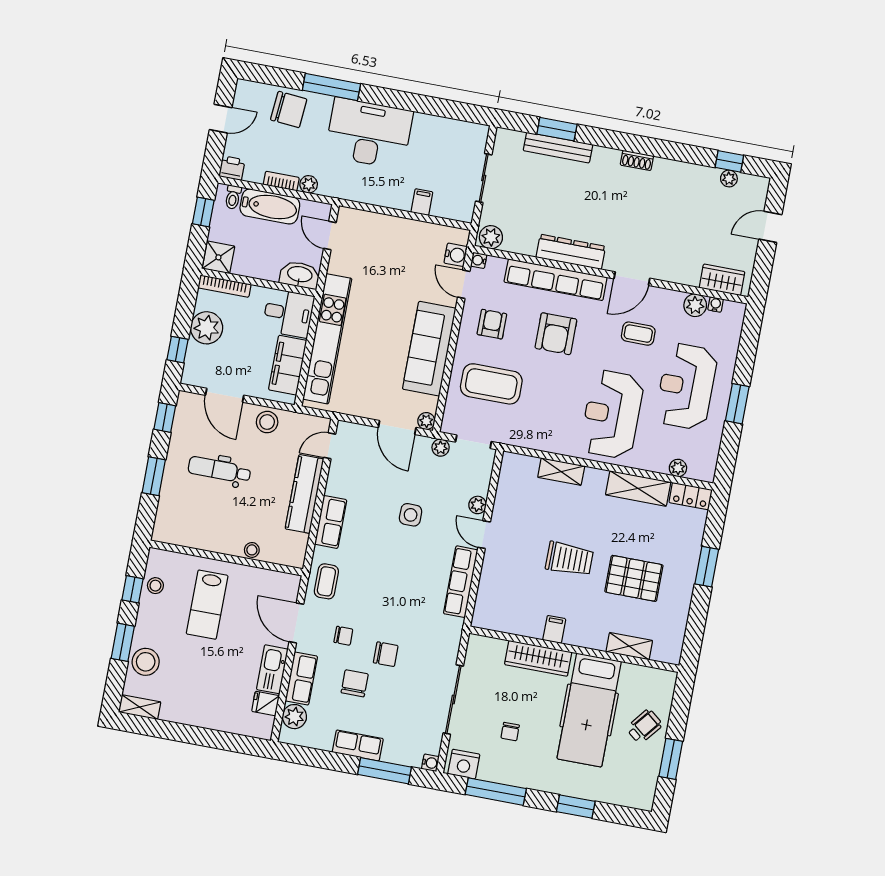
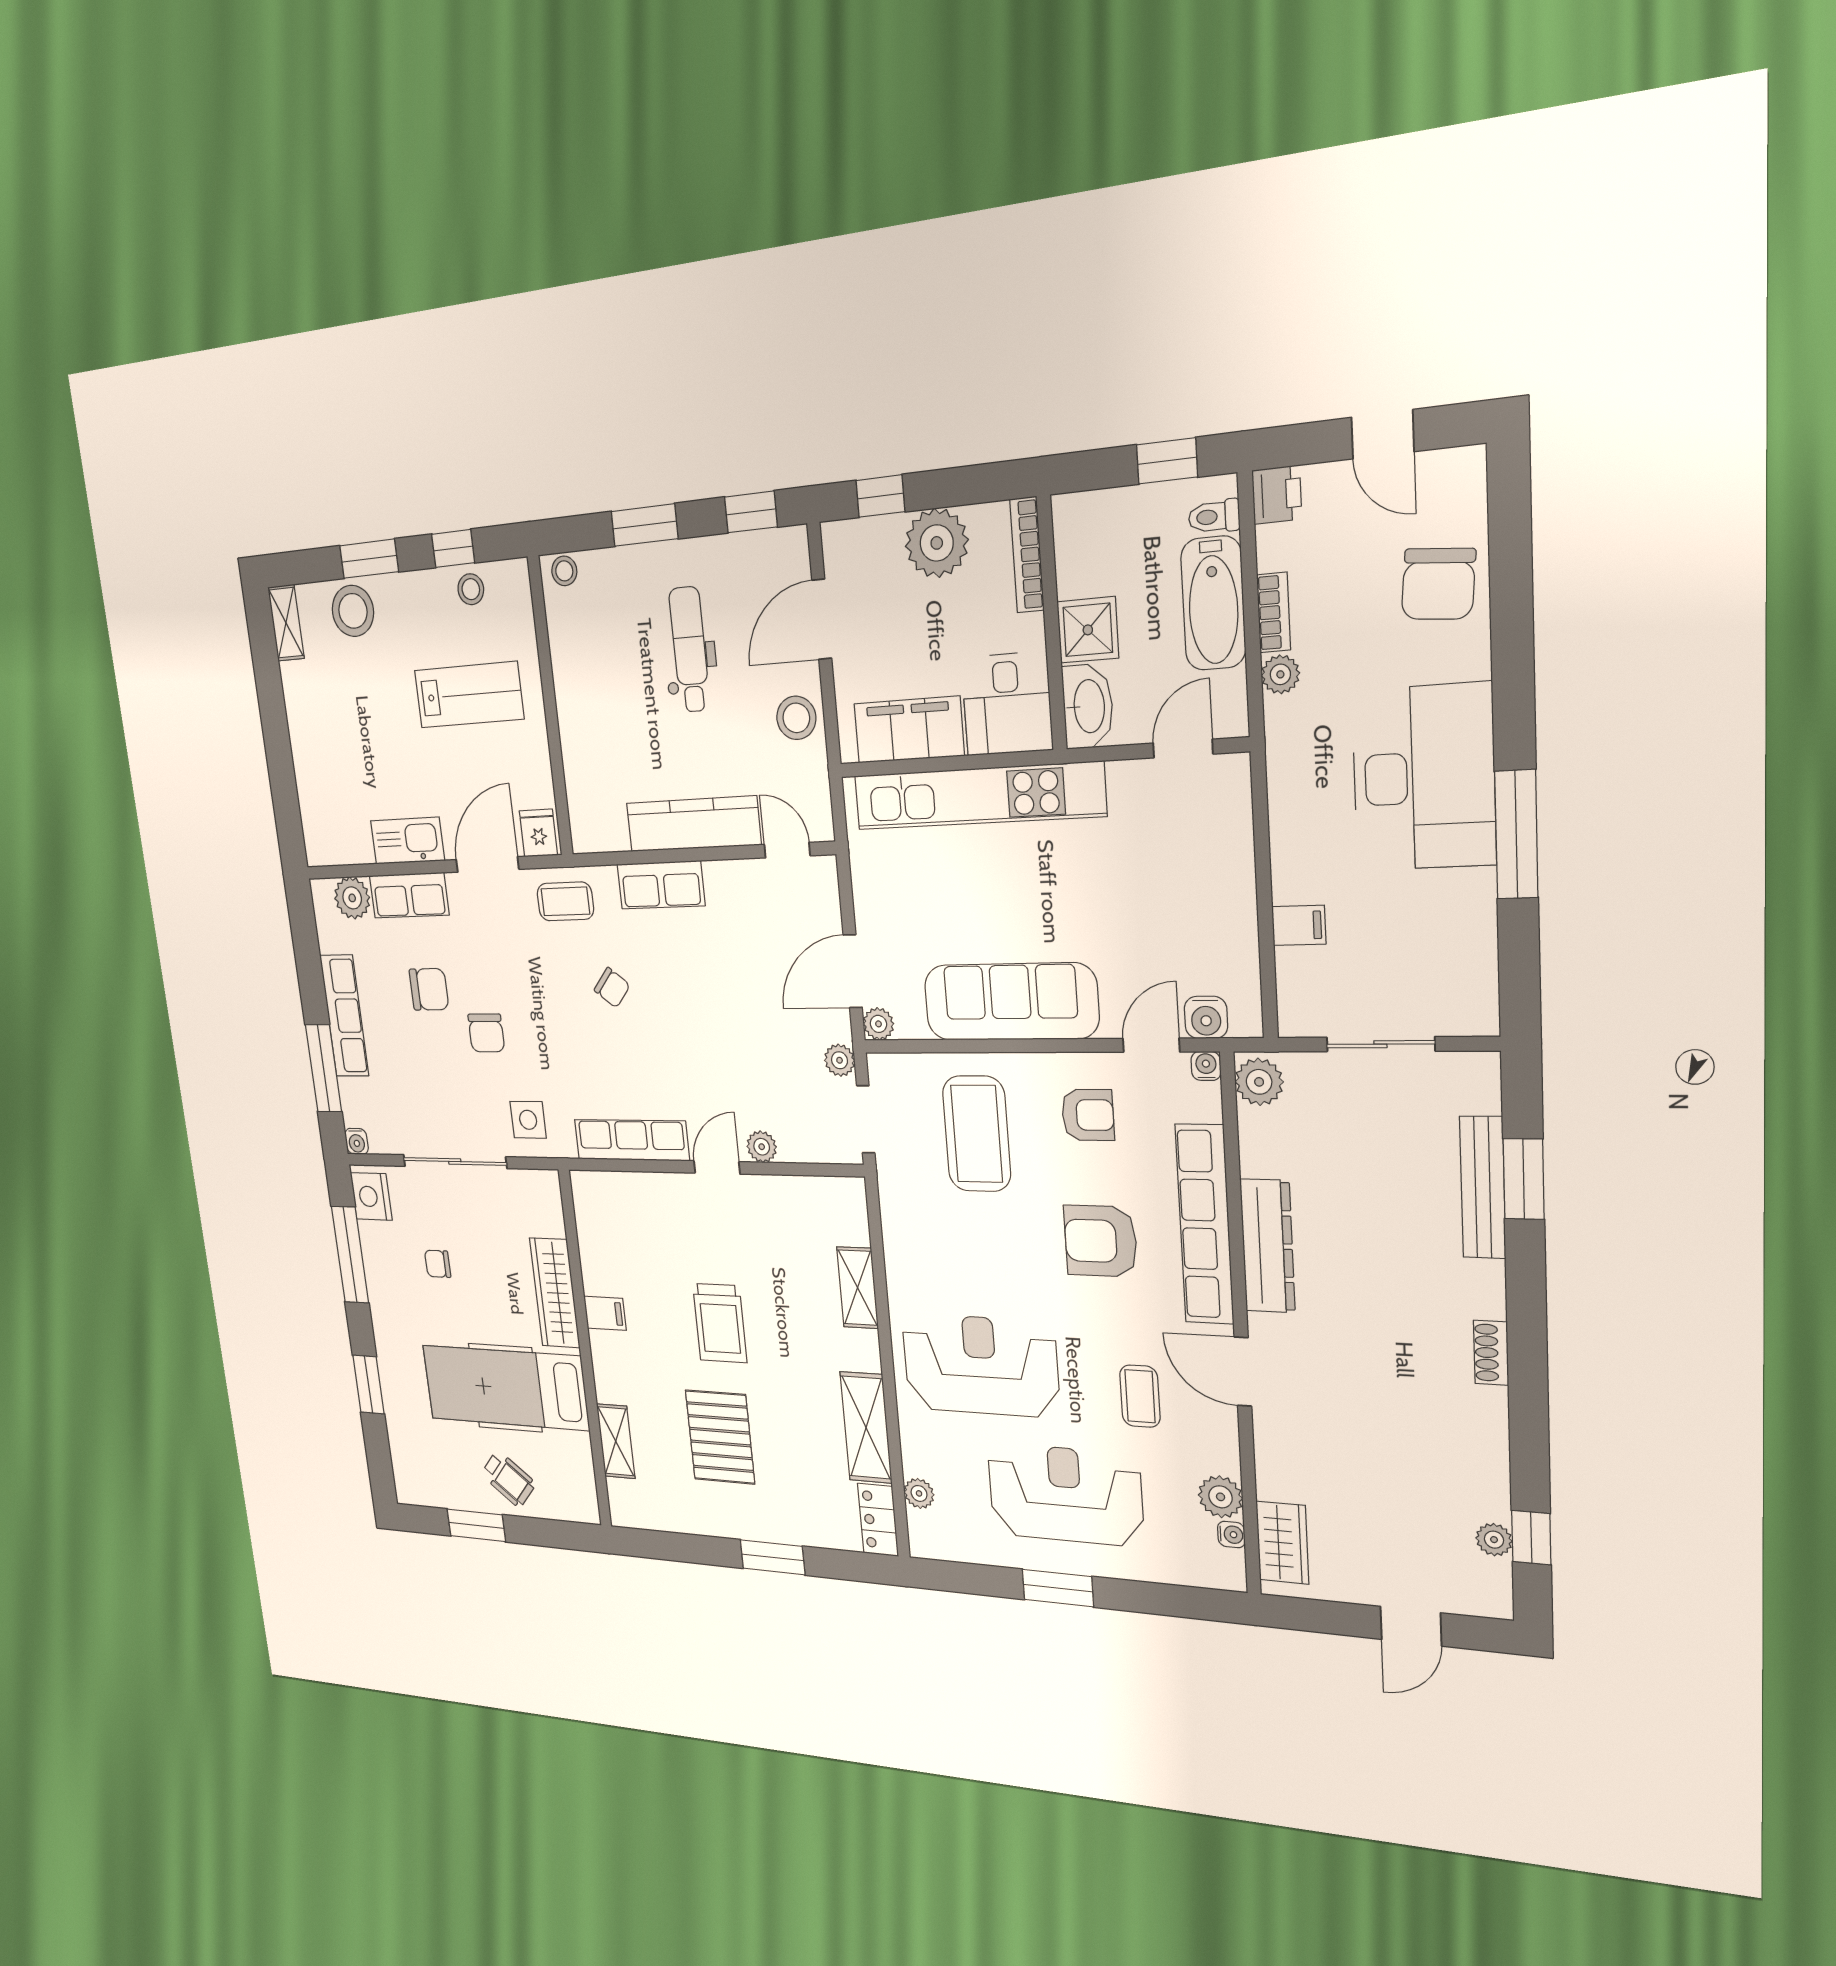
window: (331, 87) -> (1516, 835), moved
door: (770, 227) -> (1411, 1626), swing flipped
shower: (218, 257) -> (1088, 630), moved
side table: (411, 515) -> (528, 1120), moved
stool: (252, 550) -> (564, 571), moved
lab bench: (207, 605) -> (469, 695), turned 180
chair: (343, 636) -> (612, 988), moved, turned -51
fridge: (266, 703) -> (538, 833), moved
row of seats: (358, 745) -> (344, 1016), width x1.48

